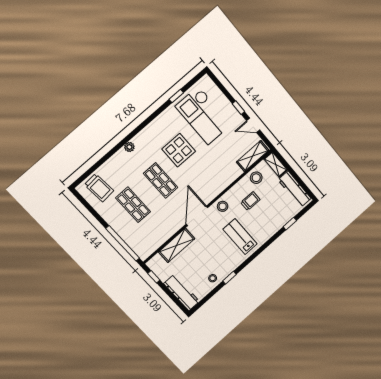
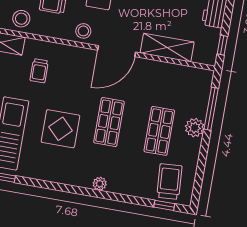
trolley: (220, 164) -> (39, 71), added
window: (87, 174) -> (164, 205), added
plant: (119, 226) -> (195, 128), added
window: (123, 243) -> (211, 109), width x0.68

